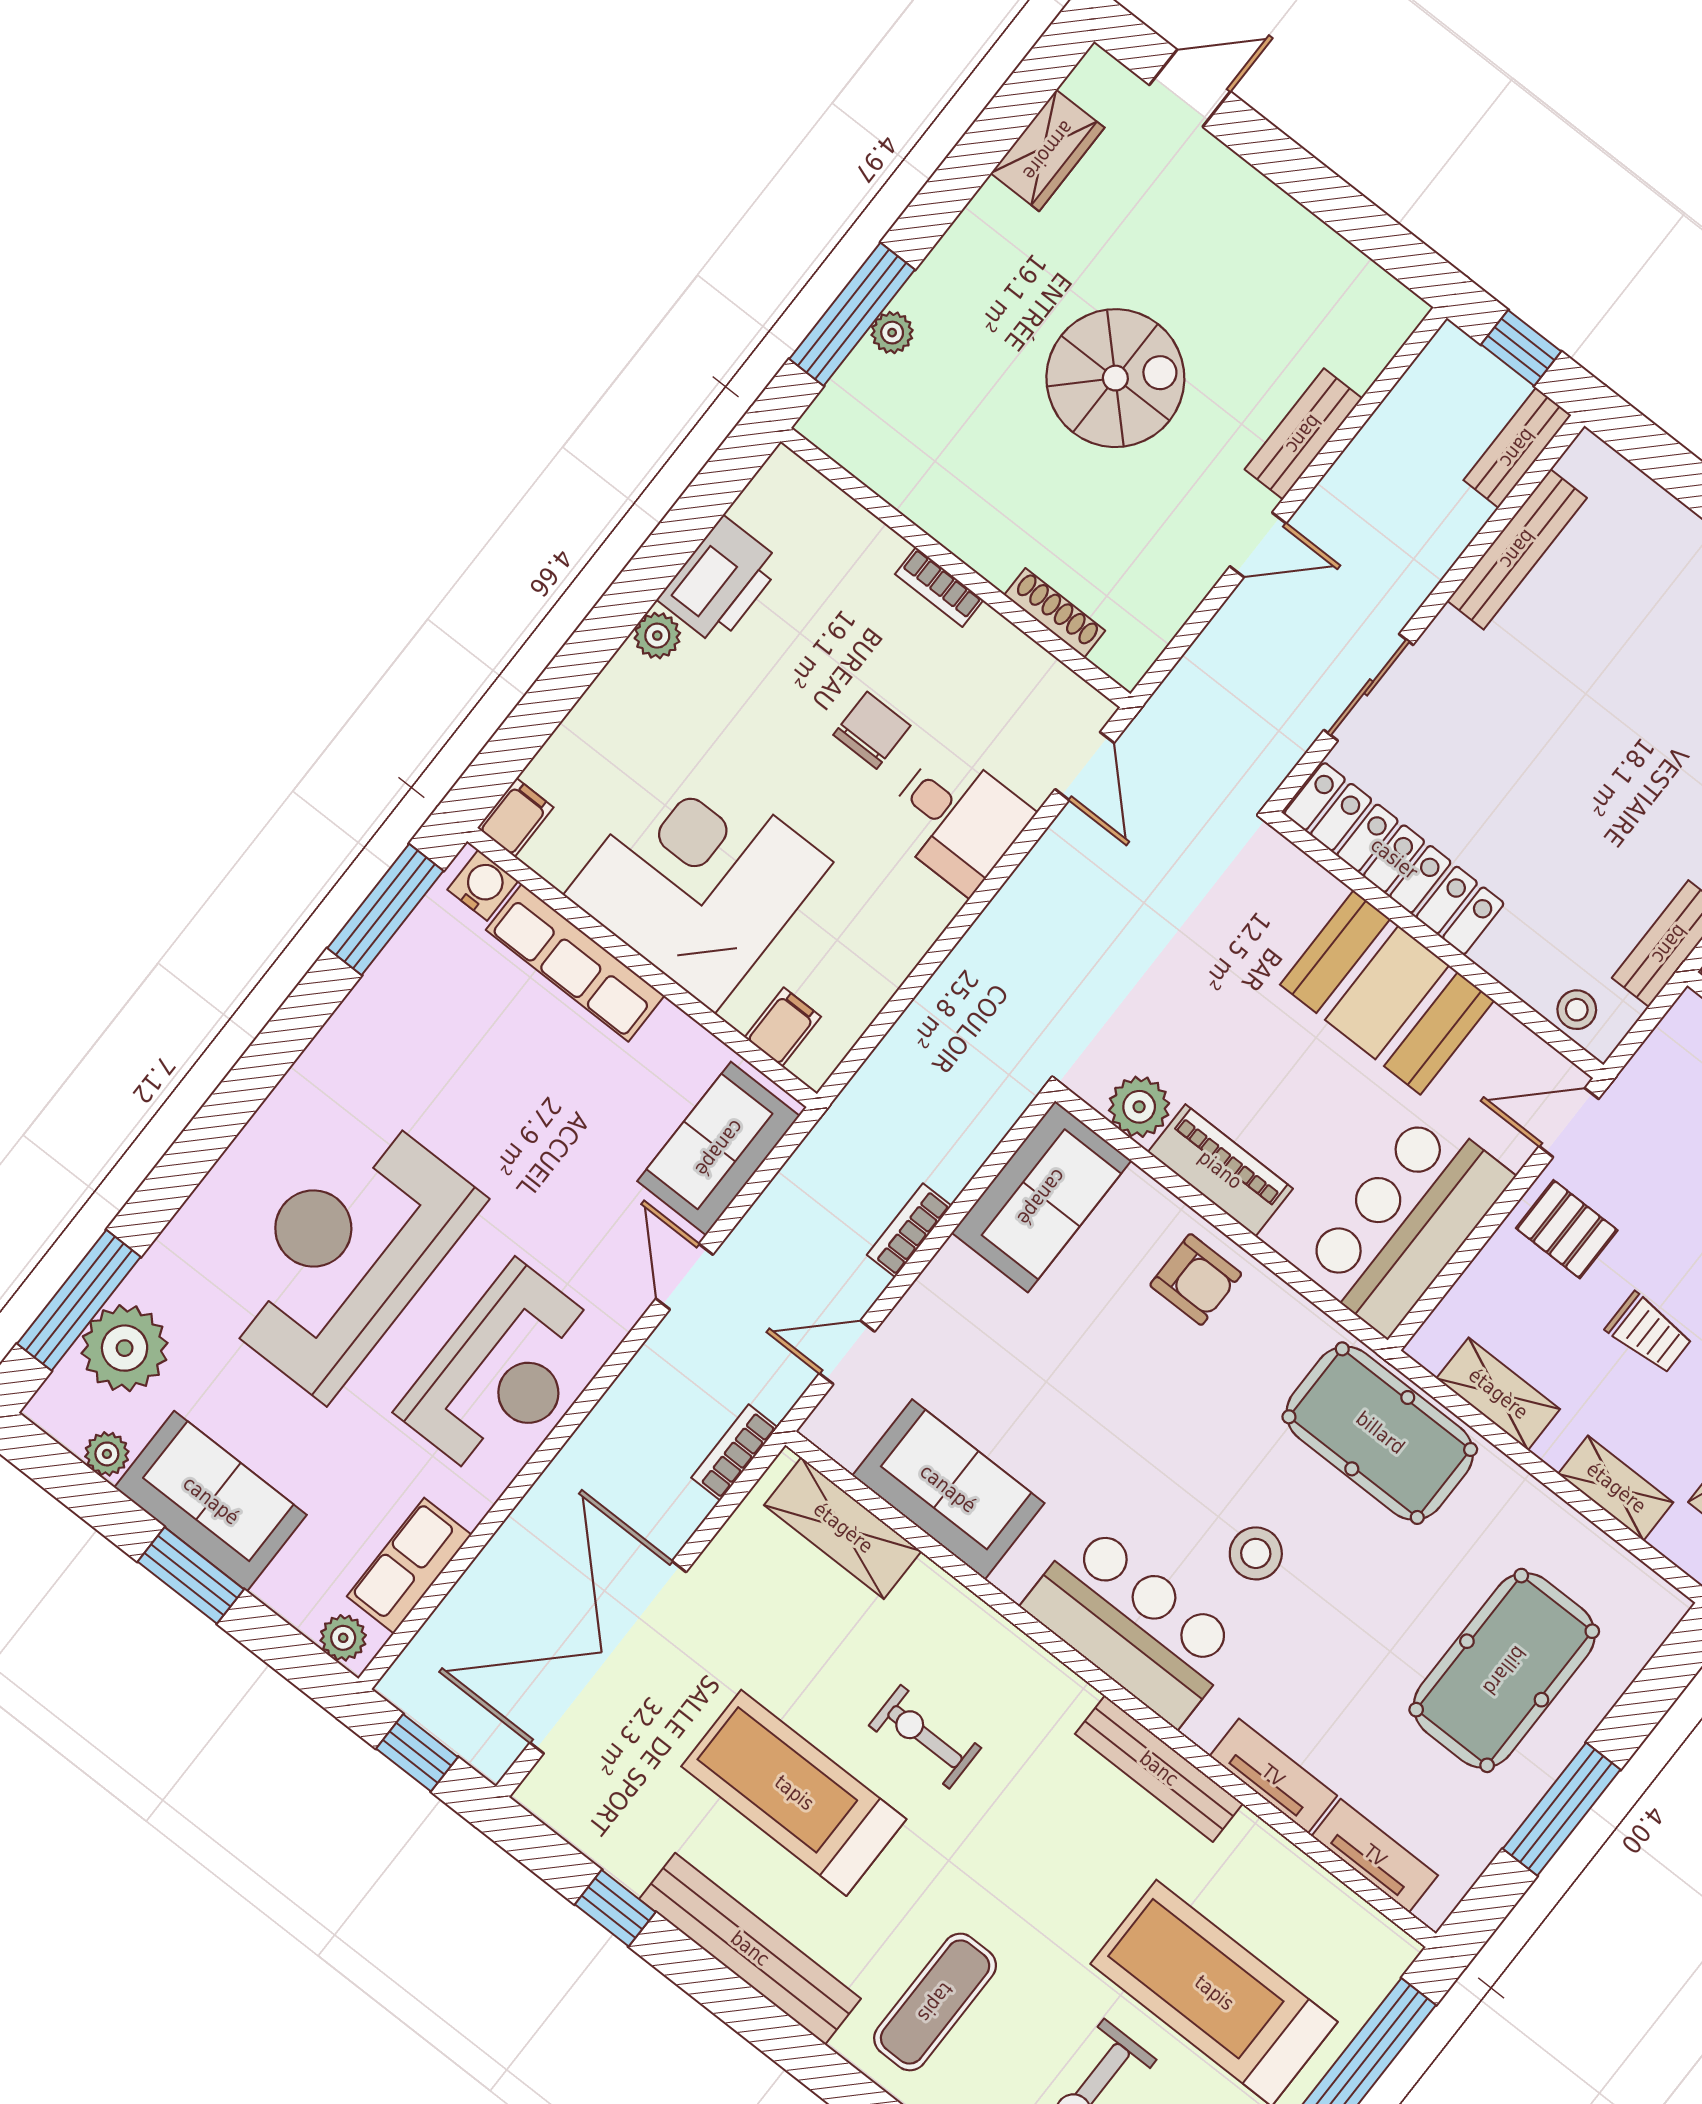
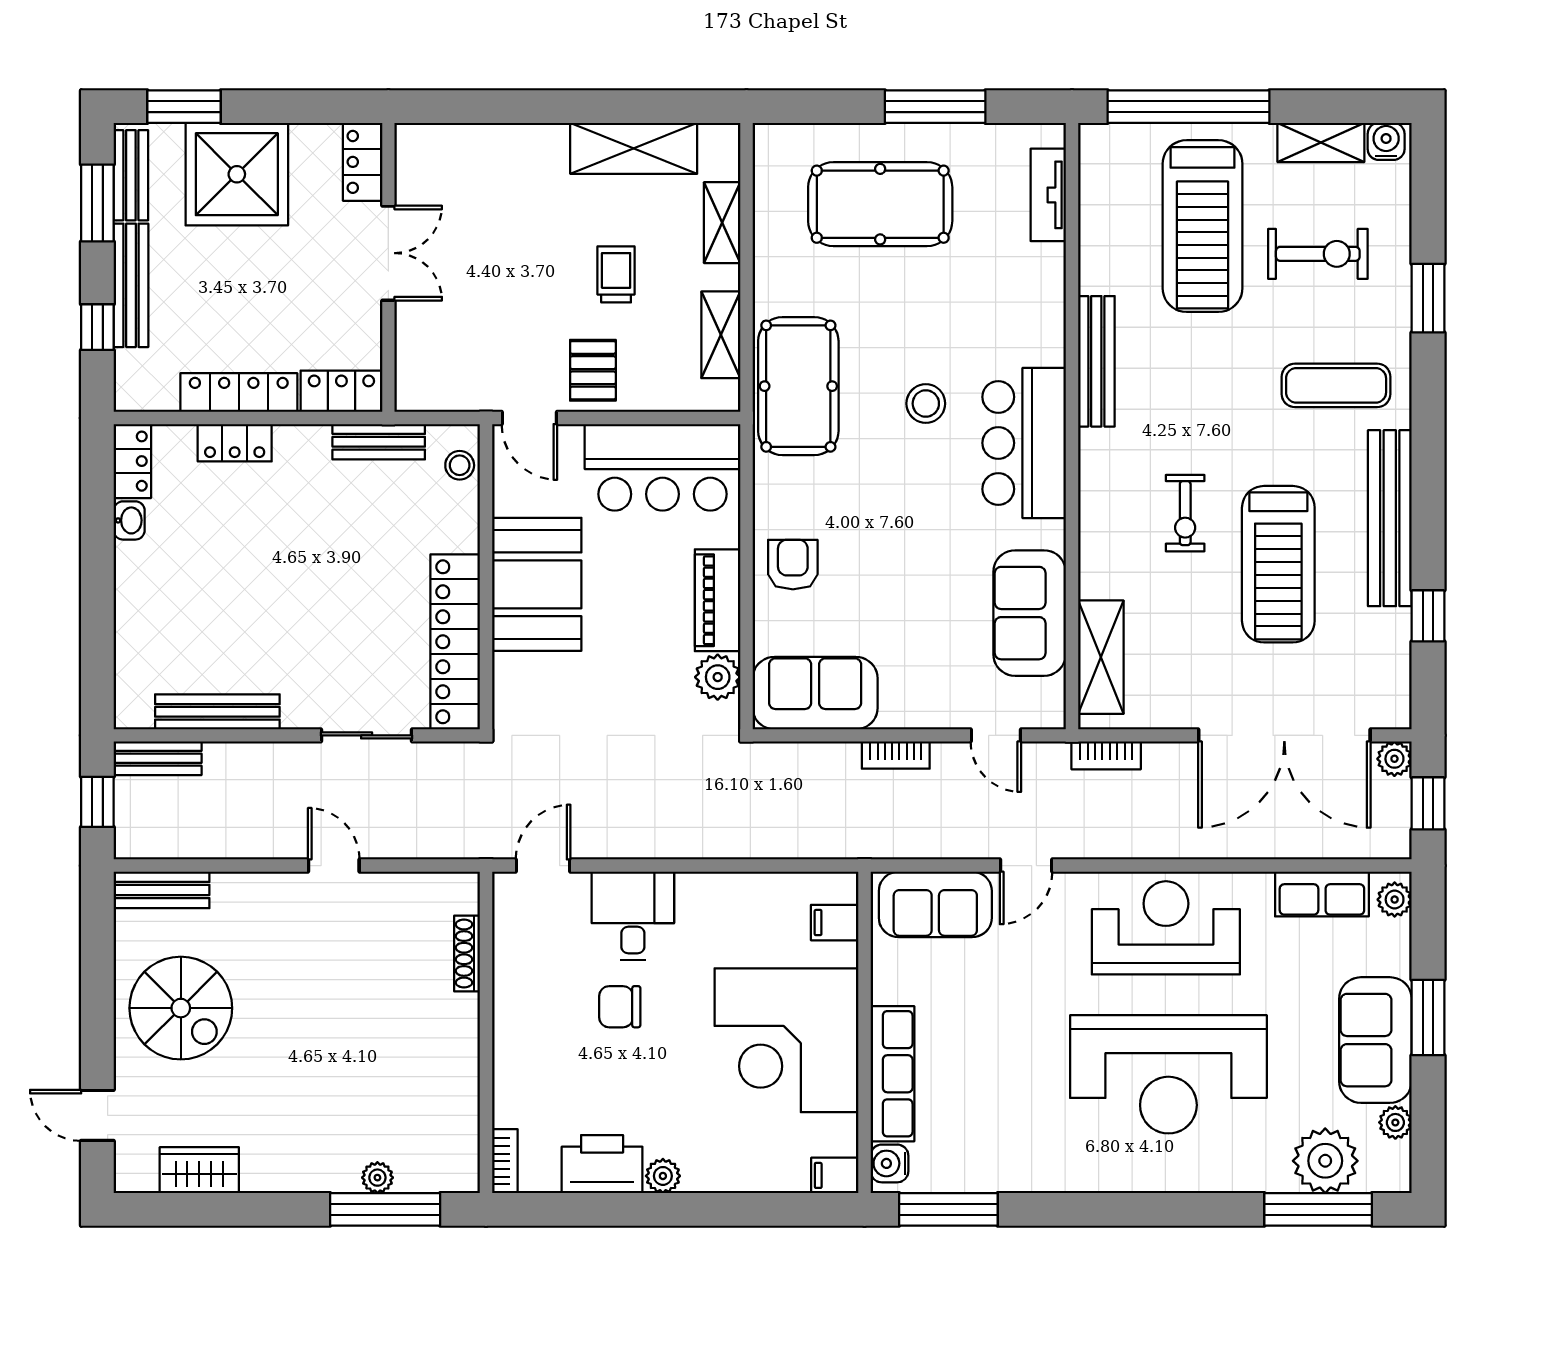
spiral stairs: (1115, 378) -> (181, 1008), moved, turned 180
bench: (1303, 434) -> (162, 890), moved
bookcase: (939, 587) -> (505, 1161), moved
plant: (492, 1754) -> (1394, 759), added
tv unit: (1273, 1776) -> (1048, 291), removed

